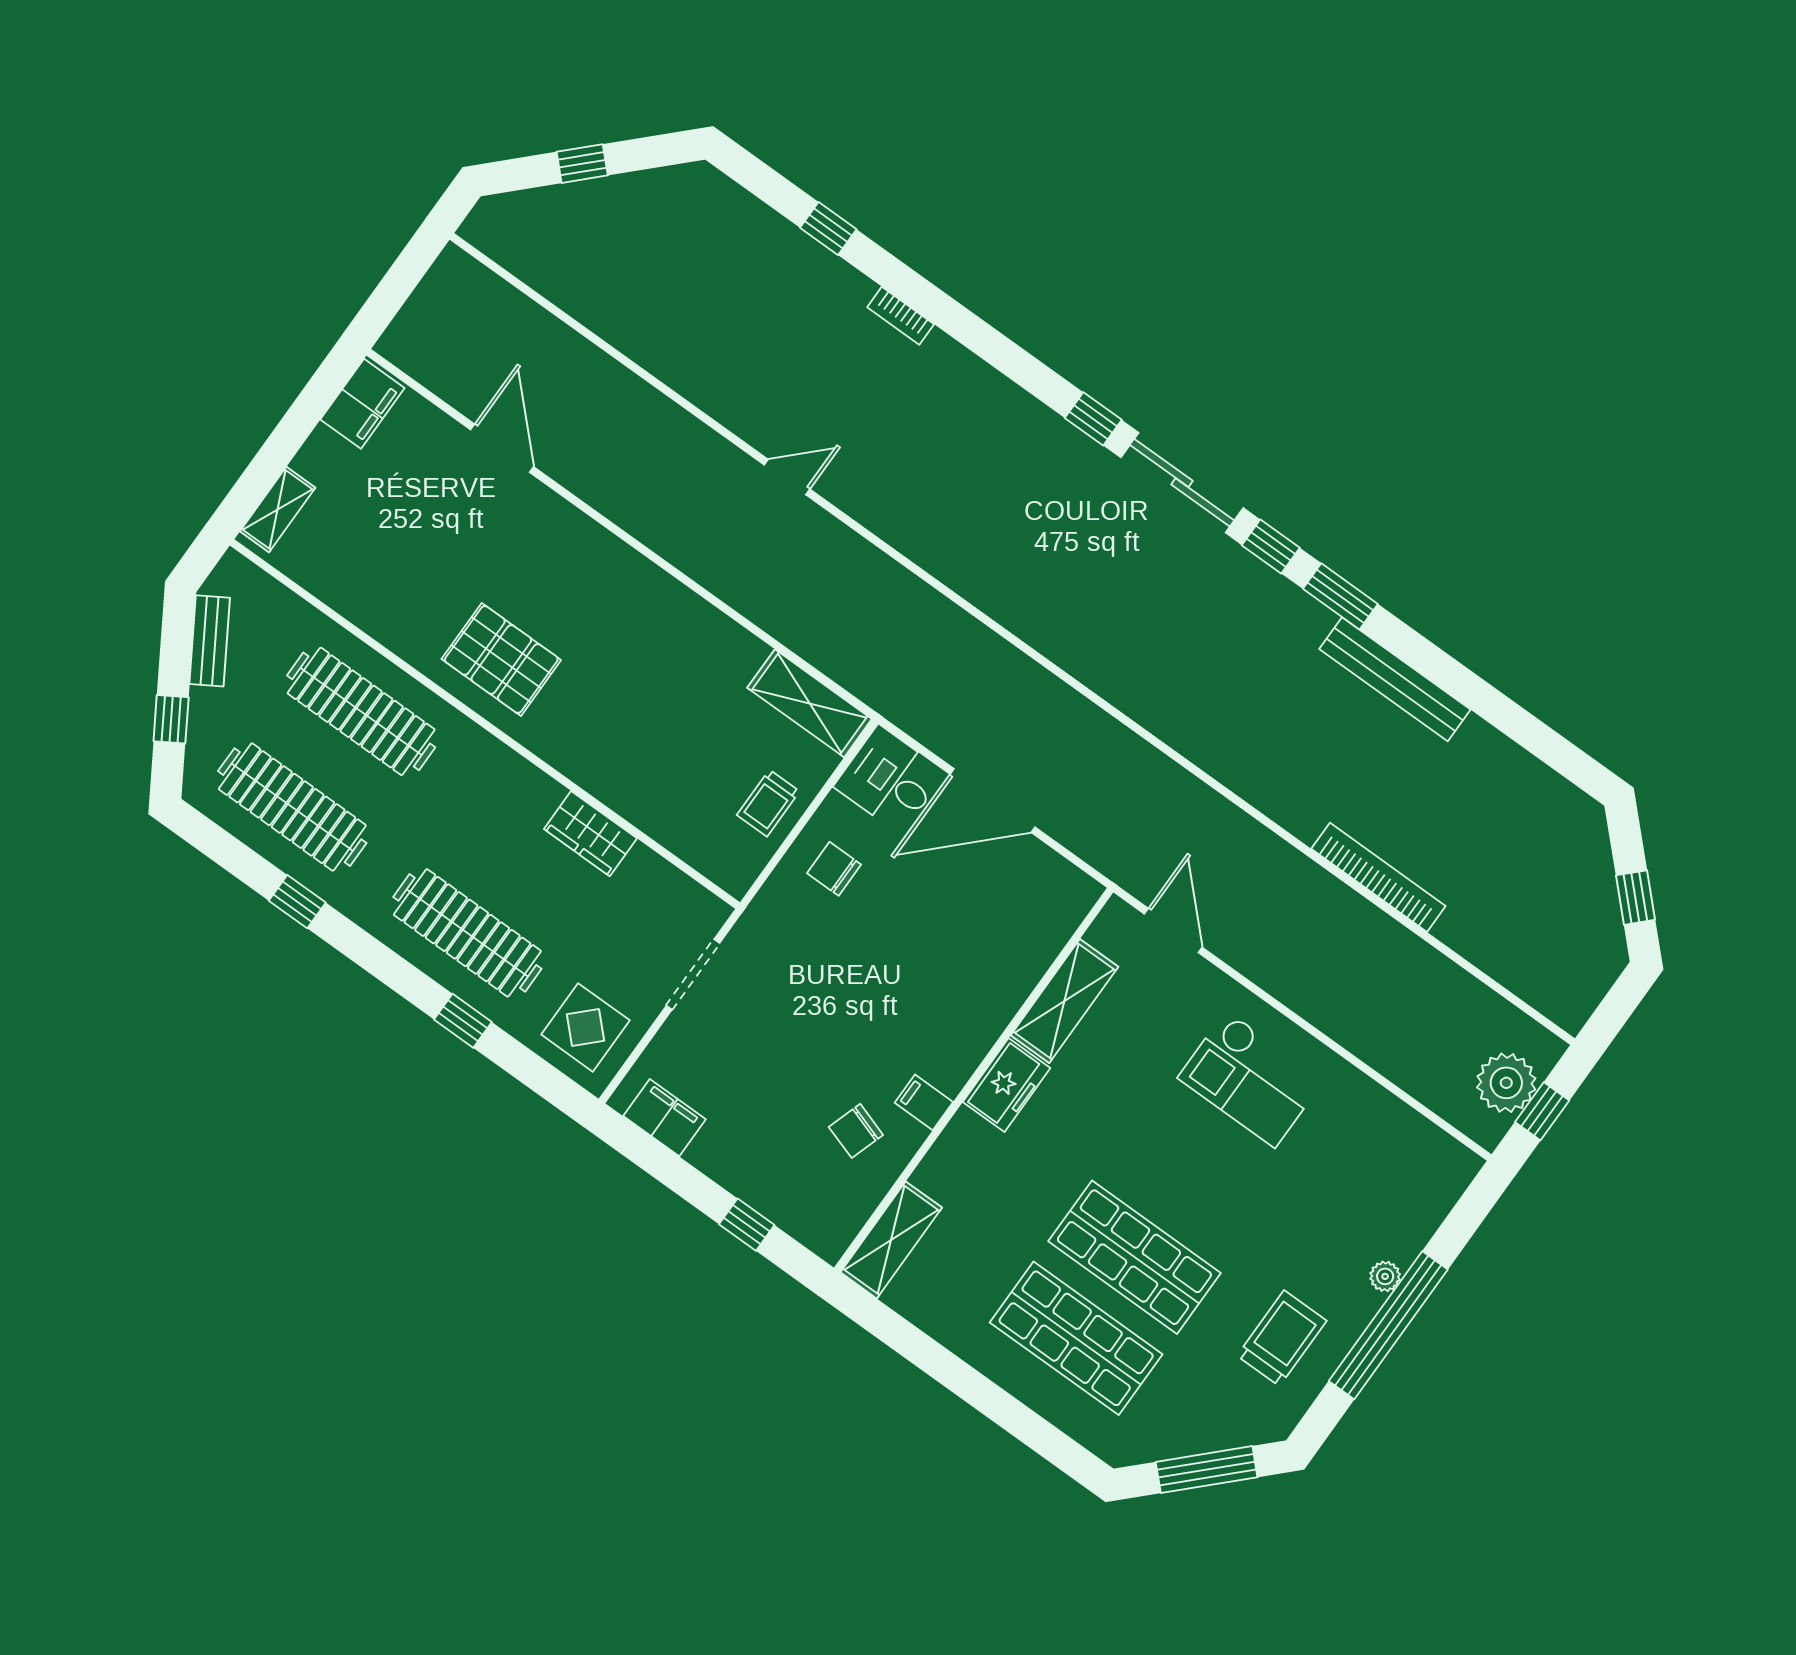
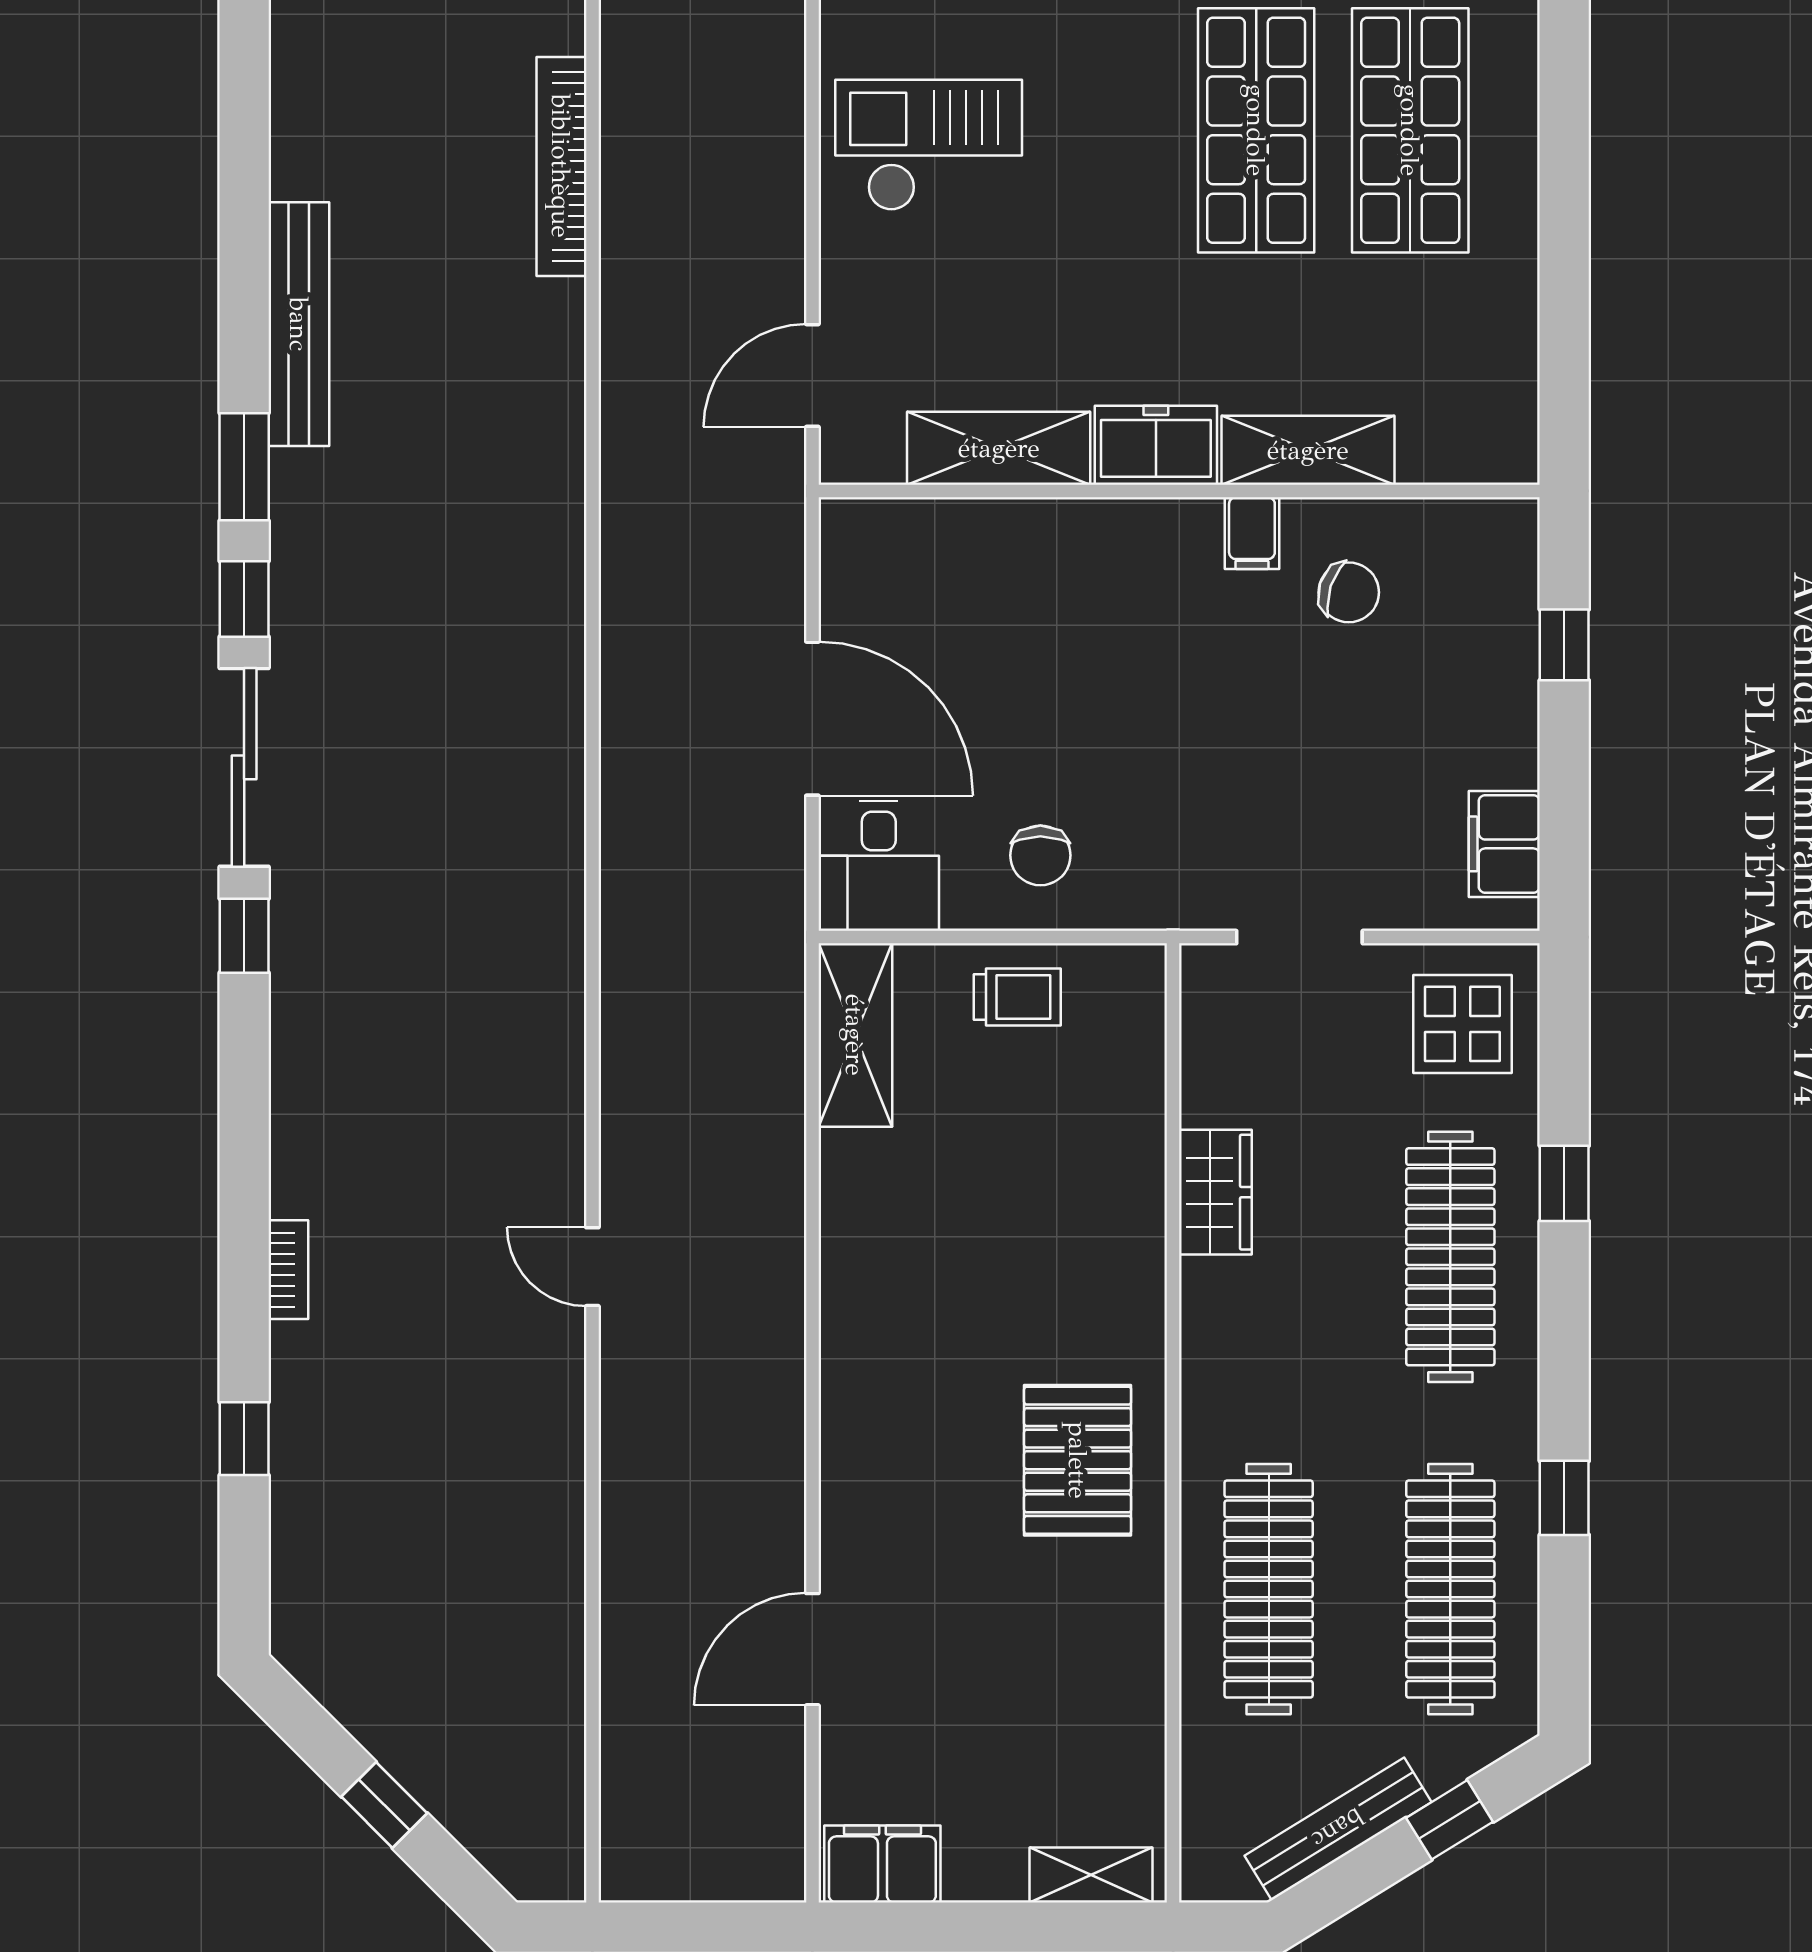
bench: (210, 641) -> (1338, 1829), width x1.36
checkout: (1251, 1079) -> (929, 145), turned -90
shelving: (891, 1240) -> (1308, 450), moved

